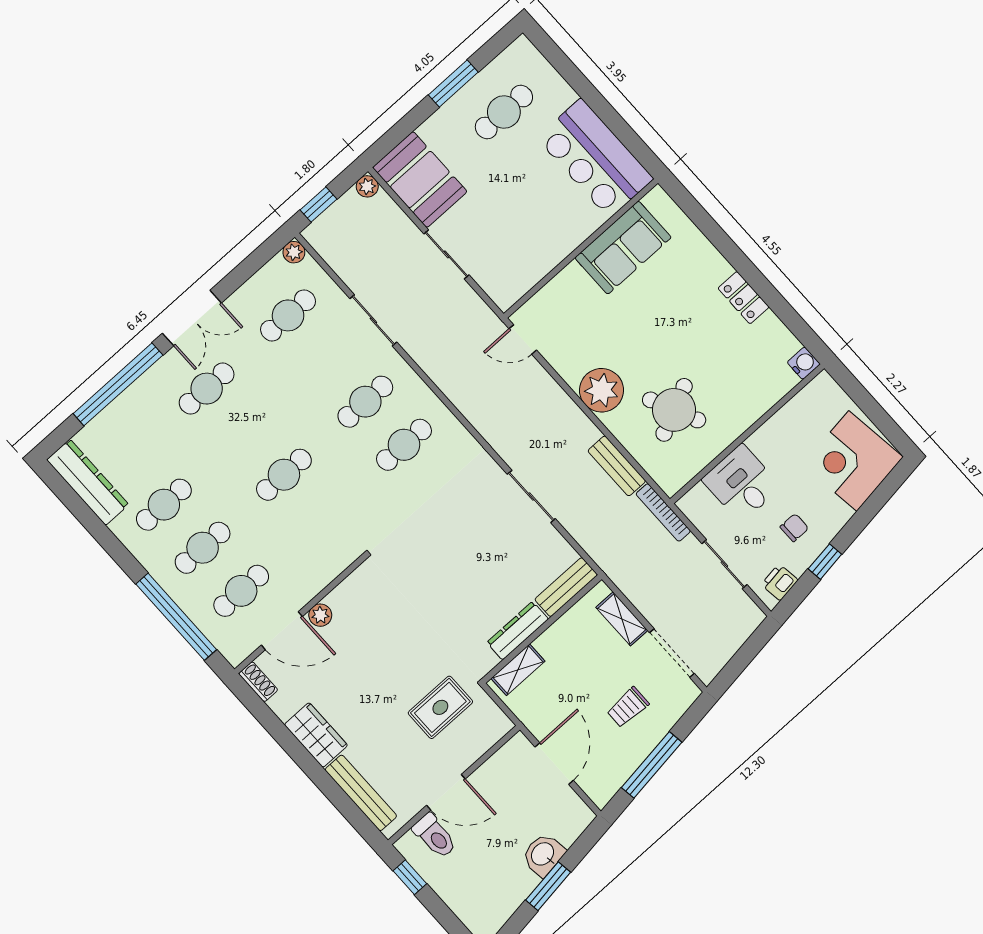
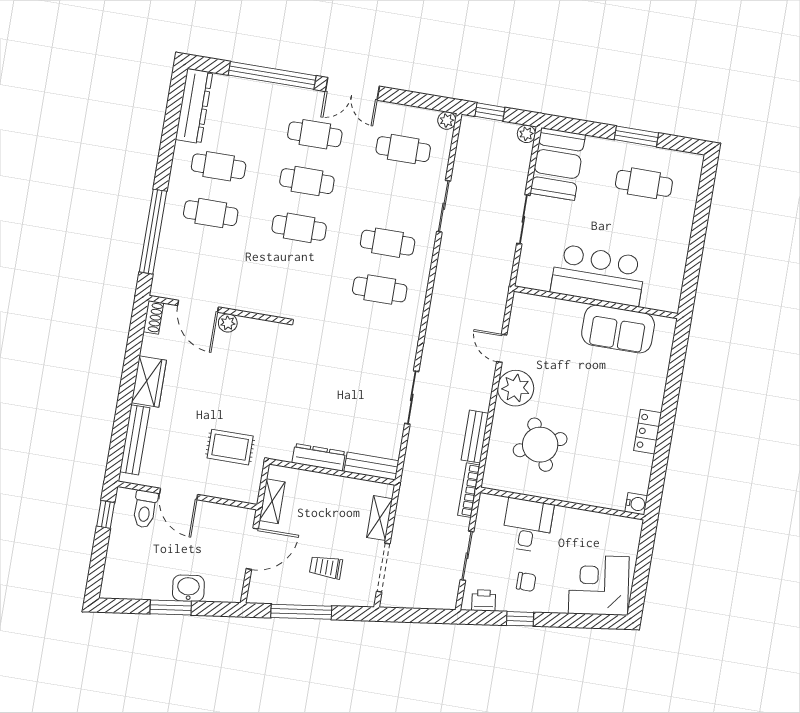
bar counter: (595, 158) -> (598, 275), moved, turned 90
door: (523, 339) -> (502, 348), moved
cafe table: (241, 591) -> (307, 181), moved
shelving: (518, 670) -> (272, 501), moved, turned 90

